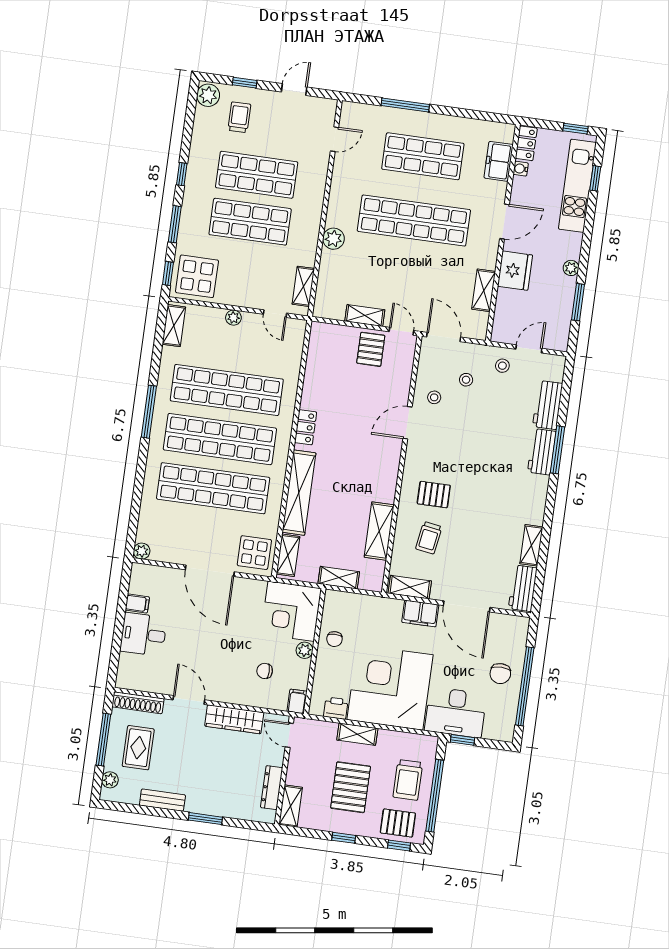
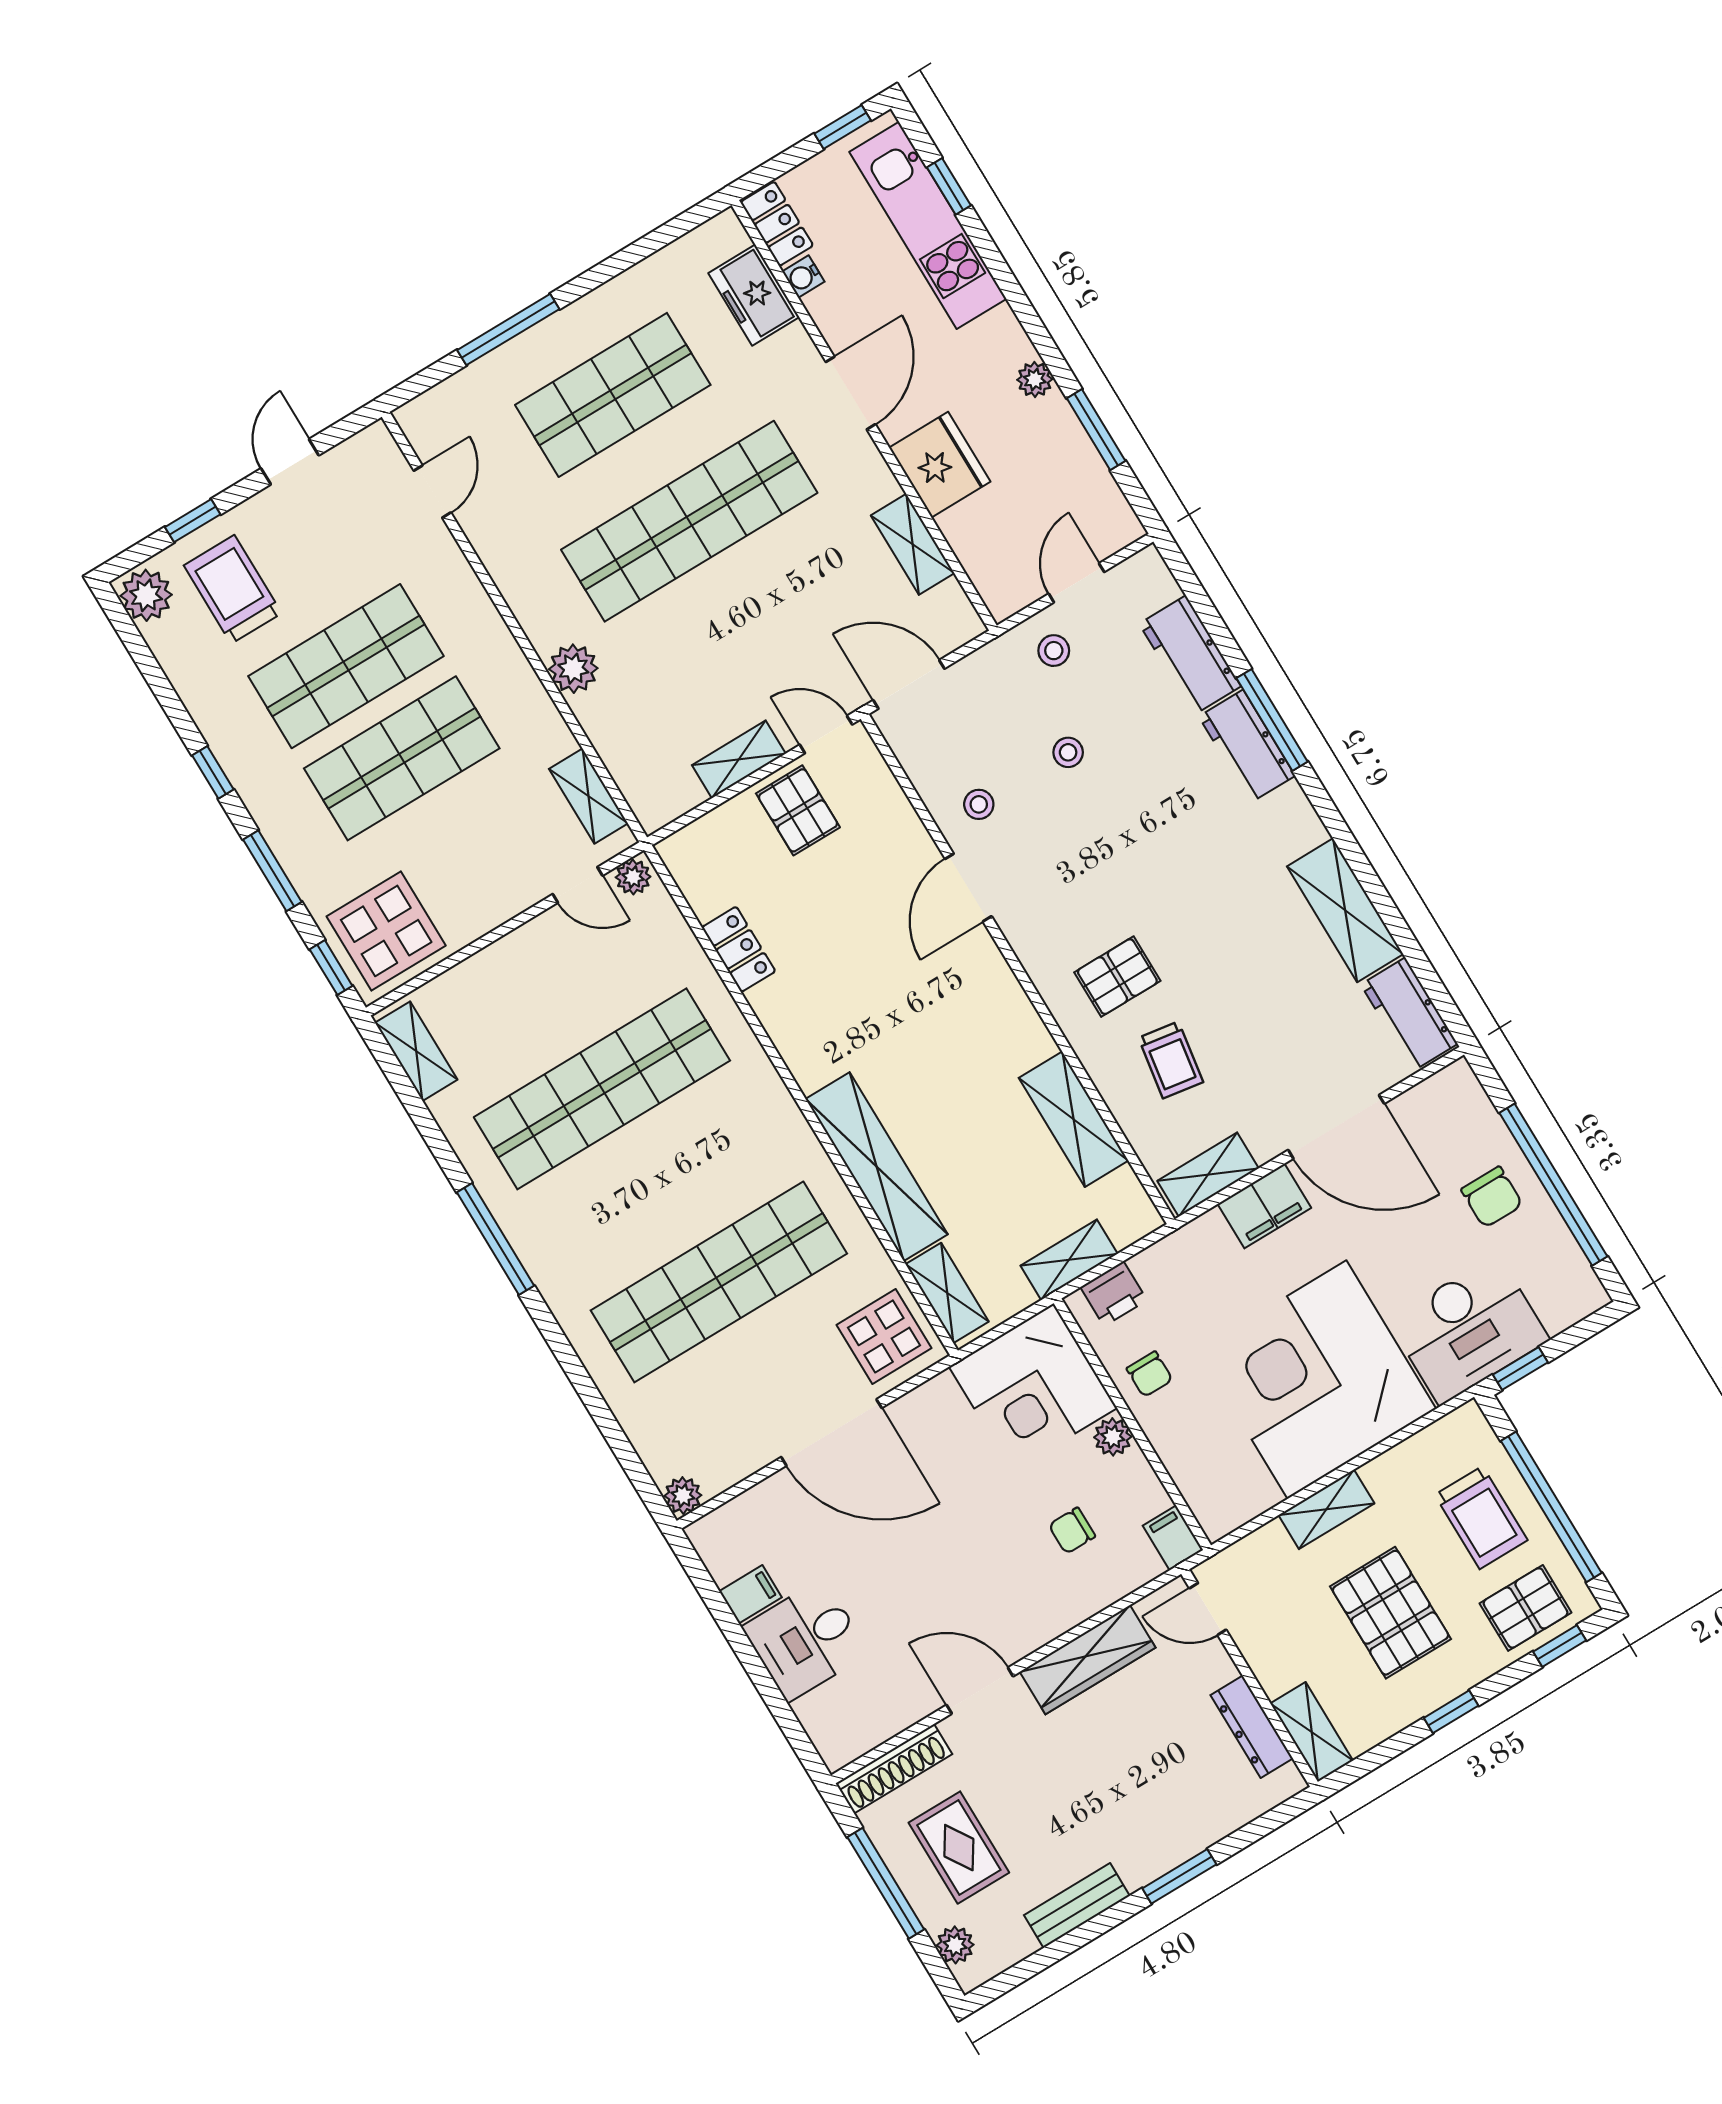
trolley: (239, 117) -> (233, 589), width x1.36, depth x1.39
plant: (233, 318) -> (633, 877), moved
stool: (466, 380) -> (1068, 752), moved
locker: (306, 427) -> (739, 949), moved
shop shelf: (220, 439) -> (660, 1185), removed
shelving: (531, 545) -> (1345, 910), width x1.50, depth x1.33
printer: (336, 708) -> (1114, 1294), moved, turned 180

